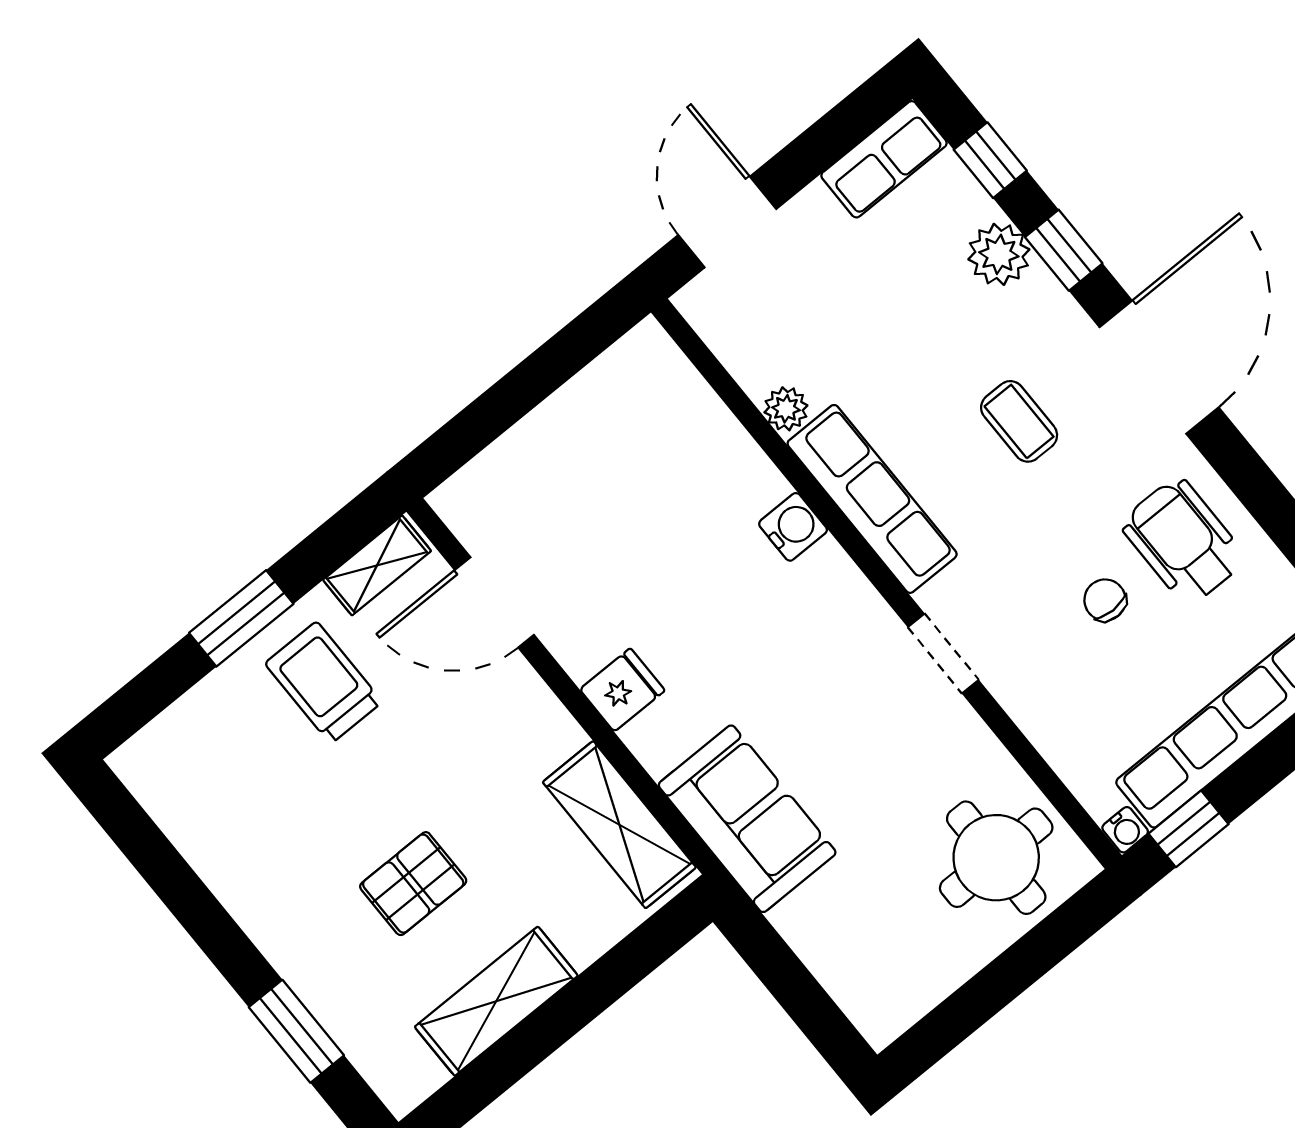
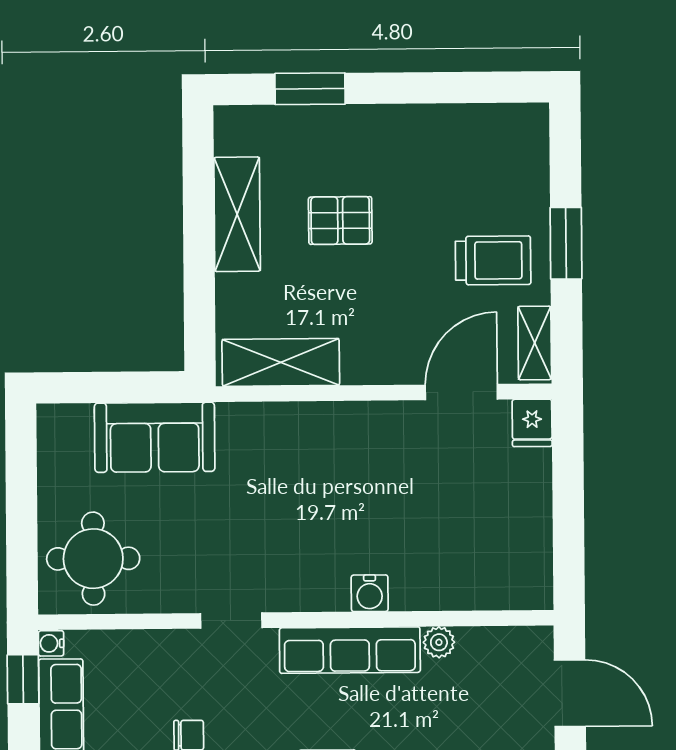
fridge: (622, 690) -> (532, 423), moved
sofa: (747, 819) -> (155, 437), moved
pallet: (413, 884) -> (340, 220), turned 90

